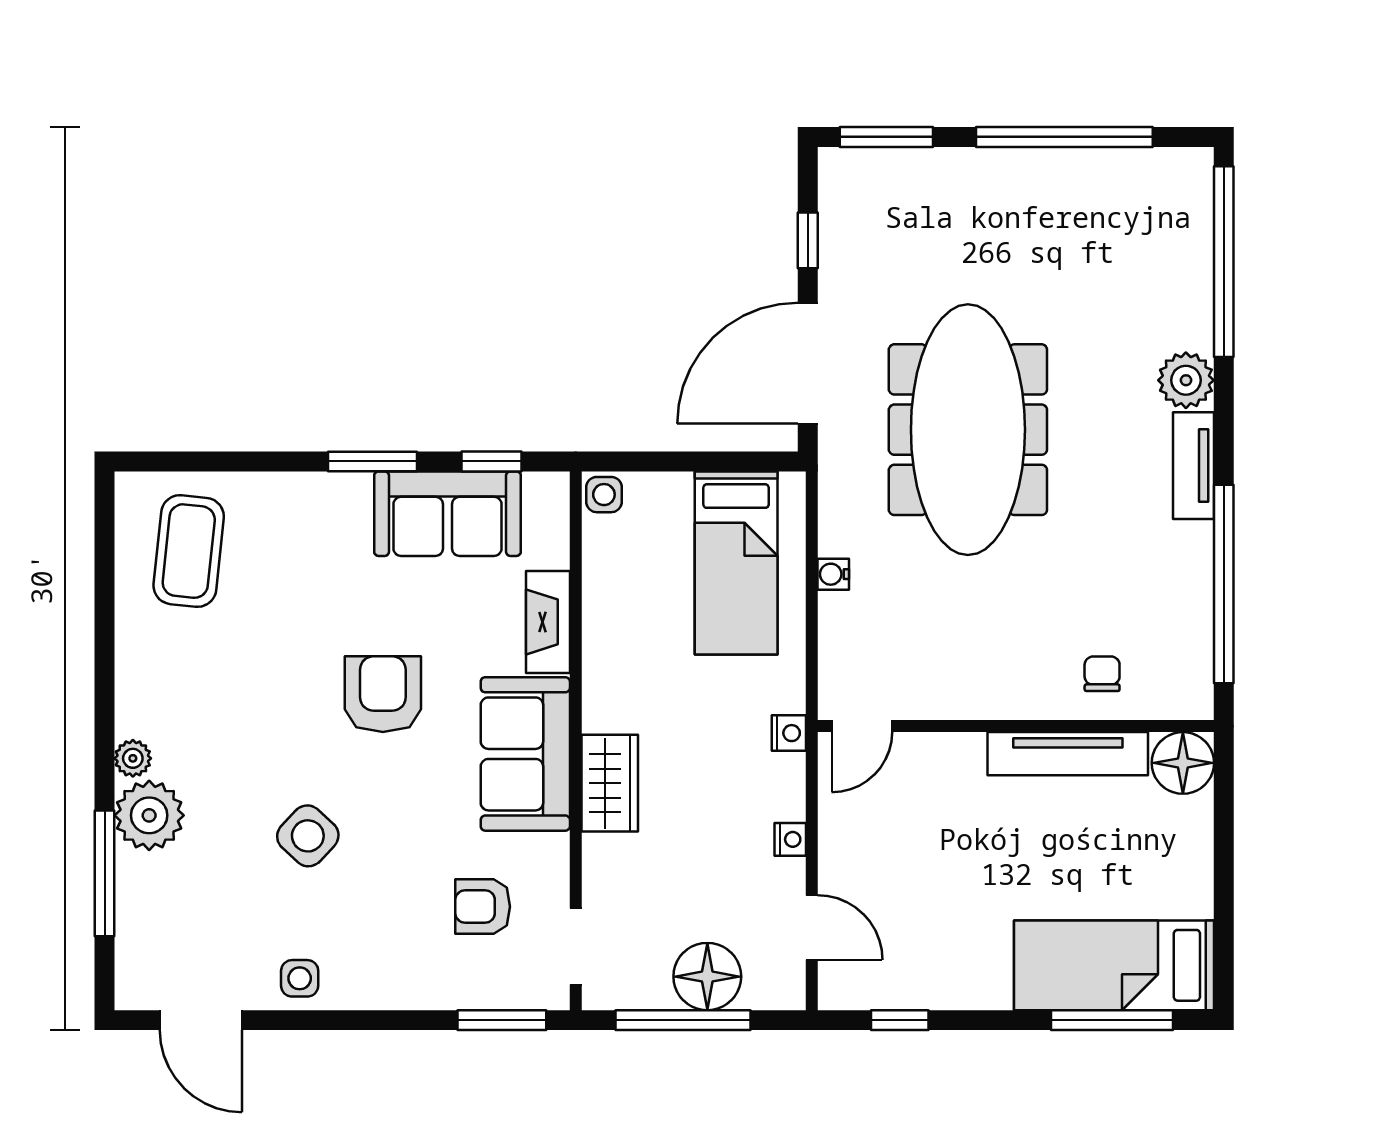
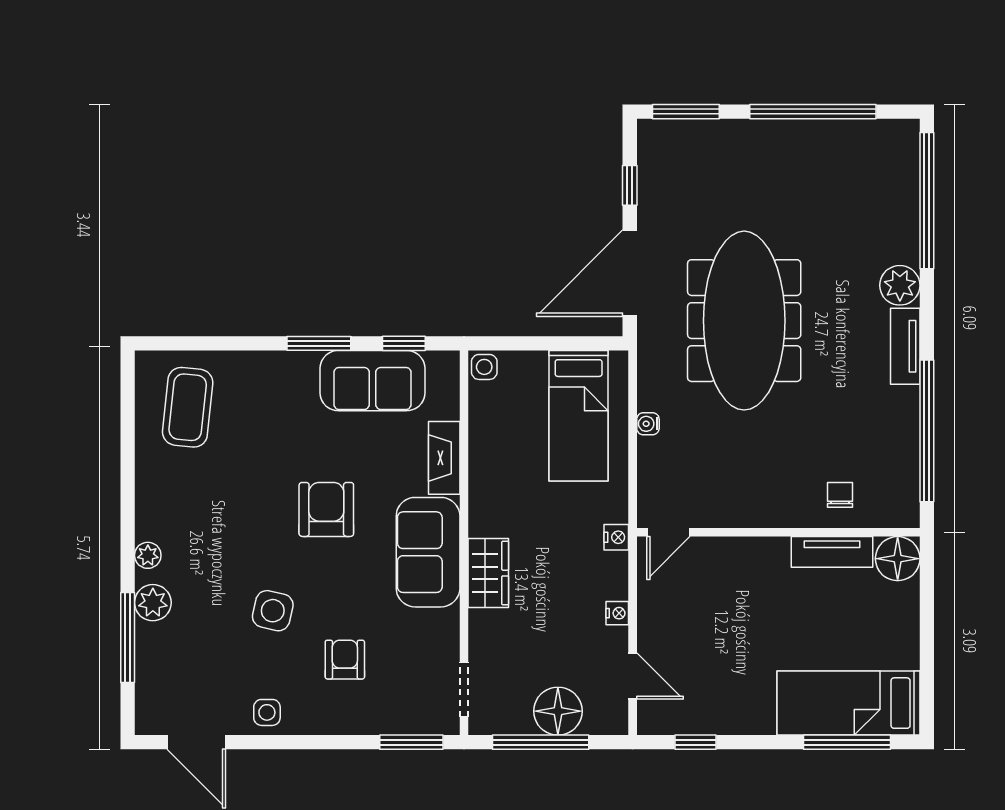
tv unit: (1068, 754) -> (832, 552), width x0.71
plant: (149, 815) -> (153, 603), width x0.73, depth x0.73
side table: (308, 836) -> (273, 611), turned -30
armchair: (483, 907) -> (345, 660), moved, turned 90

